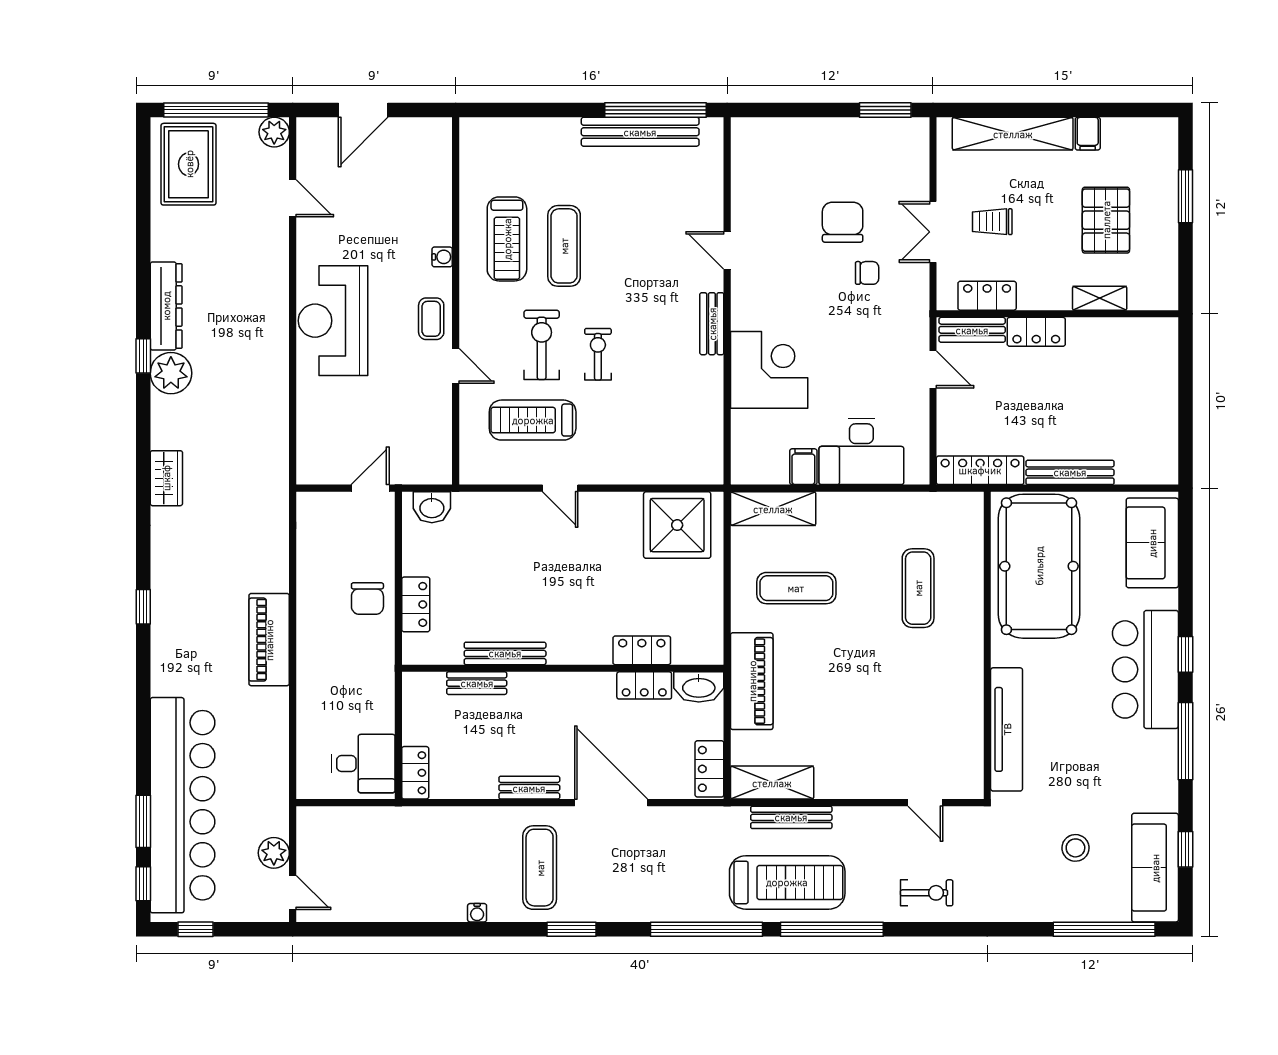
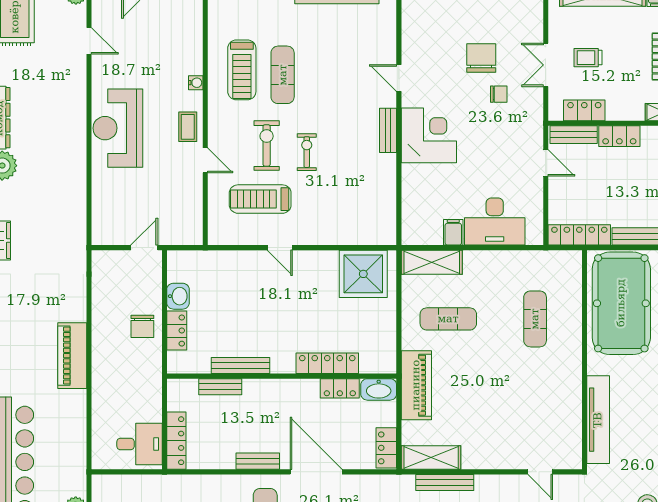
corner desk: (769, 370) -> (429, 135), moved
washbasin: (432, 507) -> (178, 296), moved, turned -90
locker: (642, 650) -> (327, 363), width x1.53
locker: (415, 773) -> (176, 441), width x1.53

